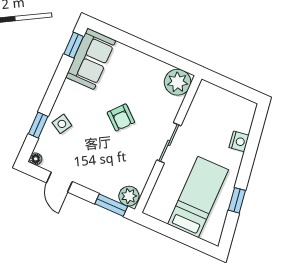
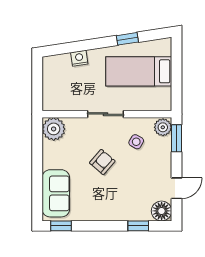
sofa: (91, 59) -> (56, 193), moved, turned 90
side table: (62, 124) -> (136, 142), moved
floor lamp: (36, 159) -> (162, 211), width x1.89, depth x1.89

